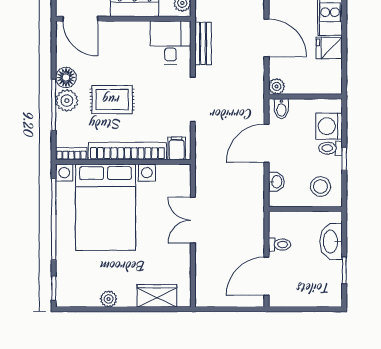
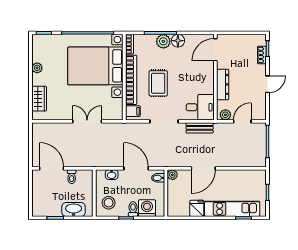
rug: (112, 100) -> (158, 83), moved

